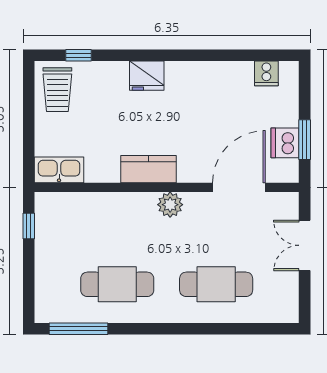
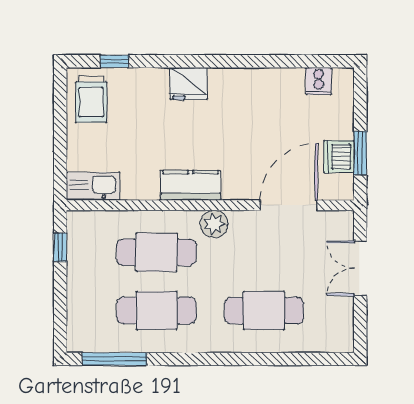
cafe table: (117, 231) -> (156, 252), added

